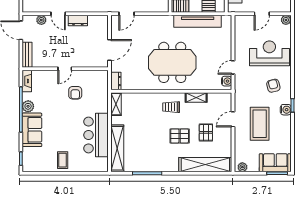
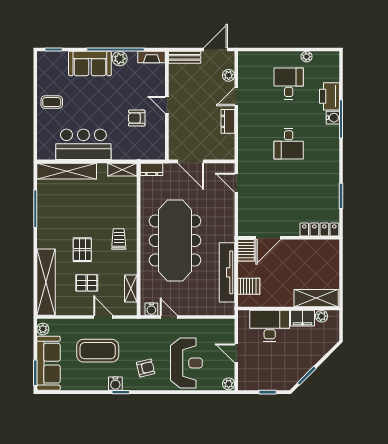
meeting table: (172, 62) -> (175, 241), width x1.36
shelving: (196, 97) -> (131, 288), moved
sofa: (275, 163) -> (49, 363), width x1.36

